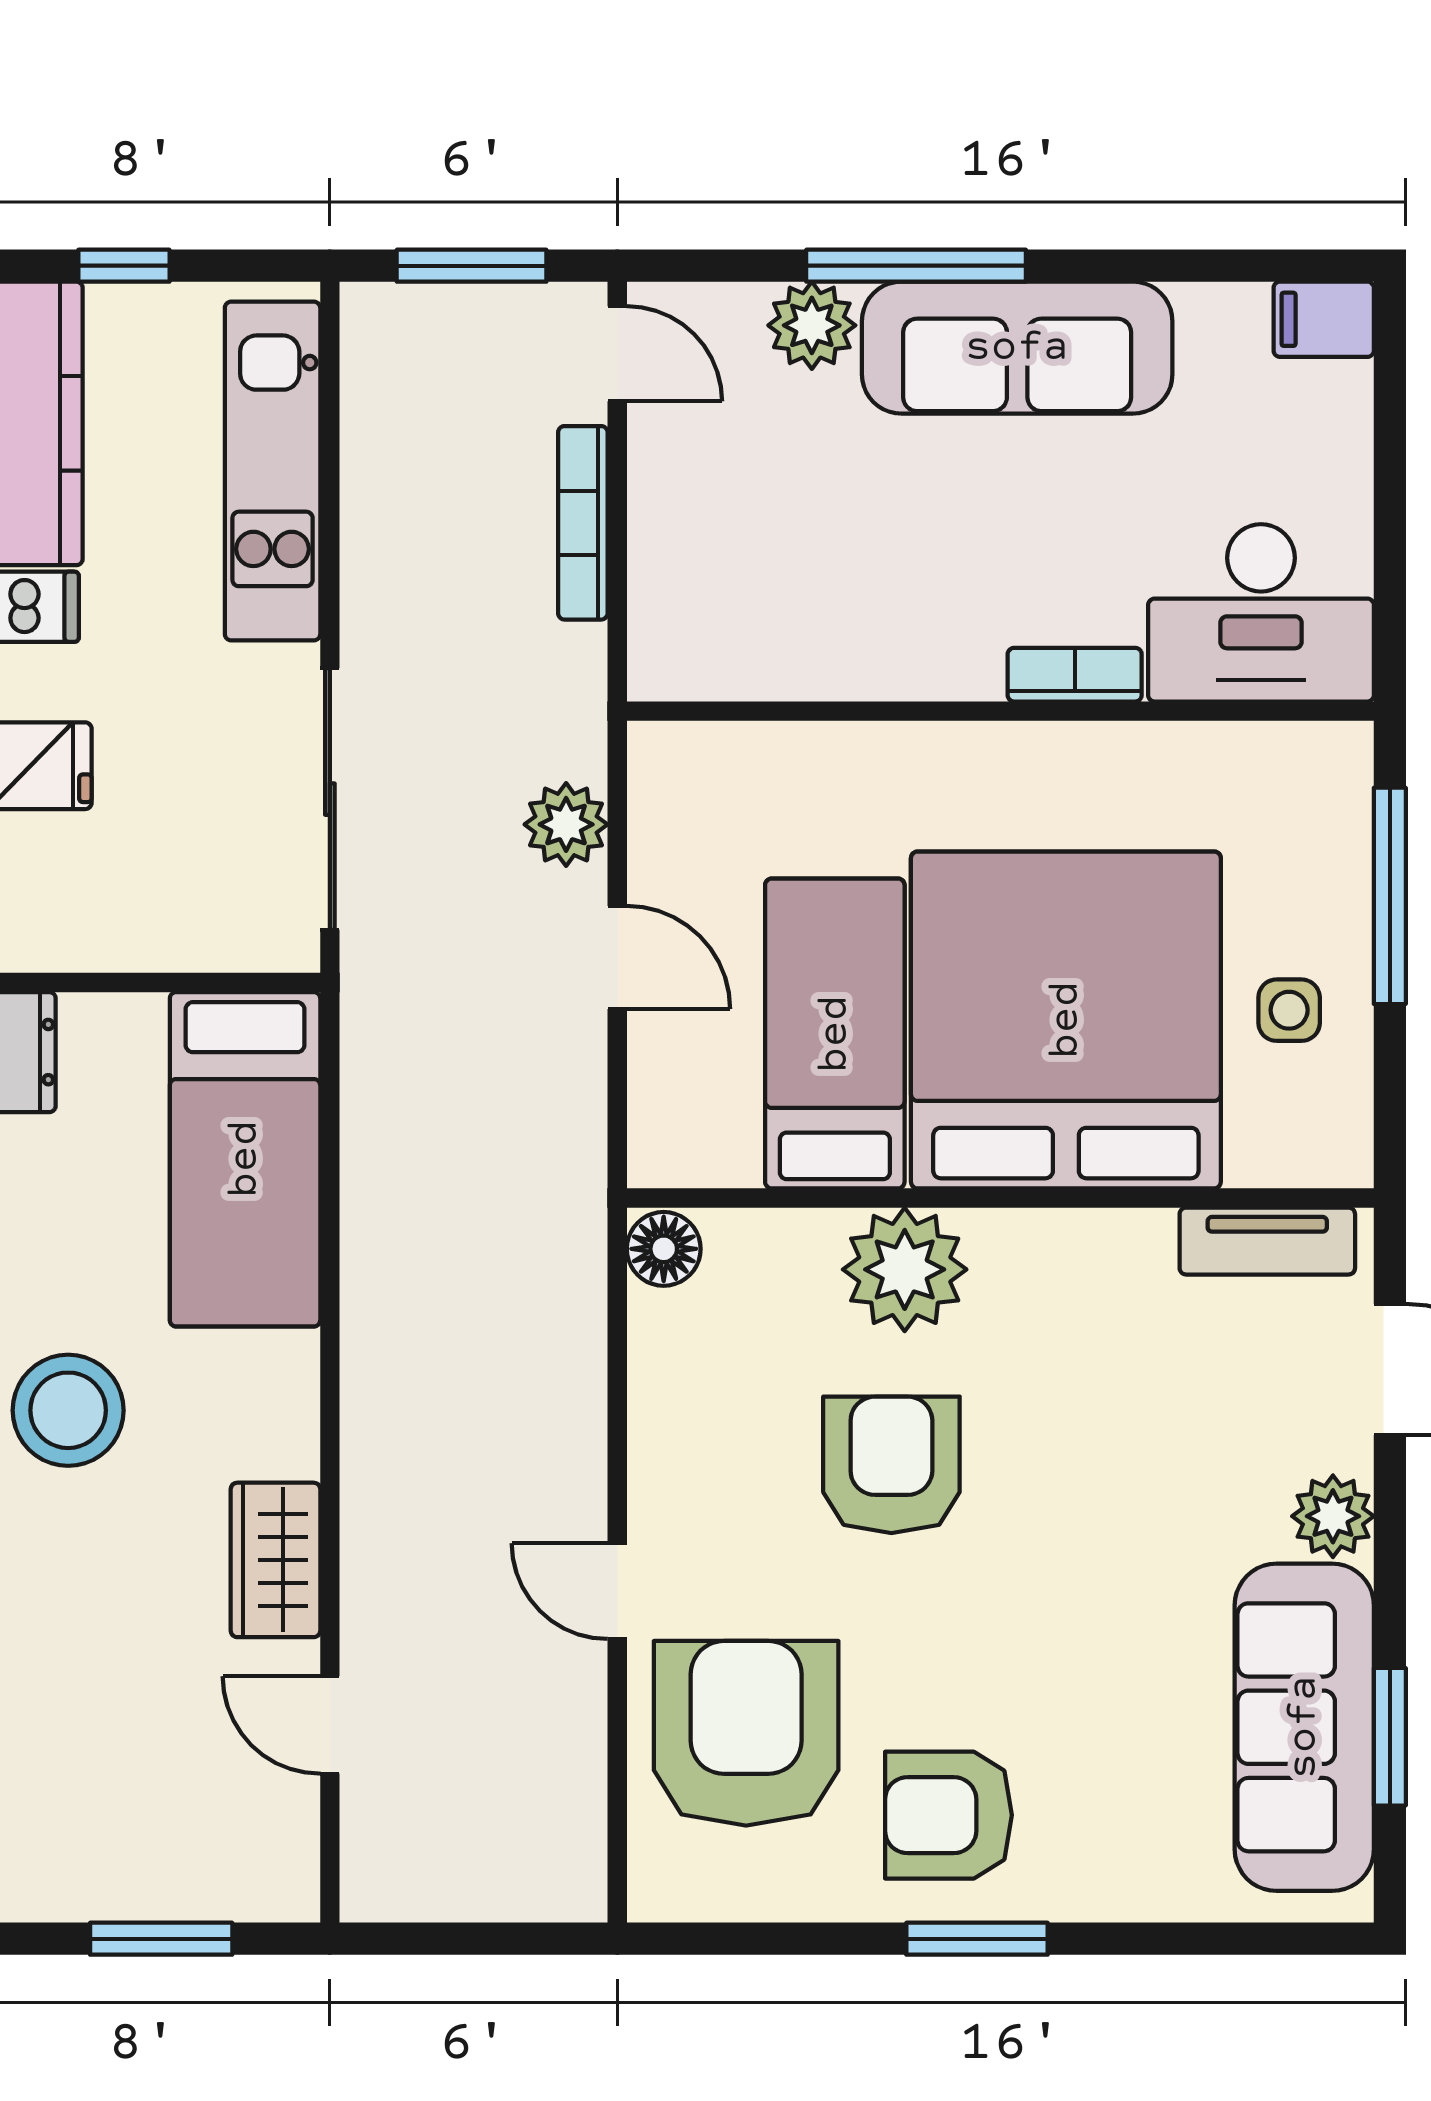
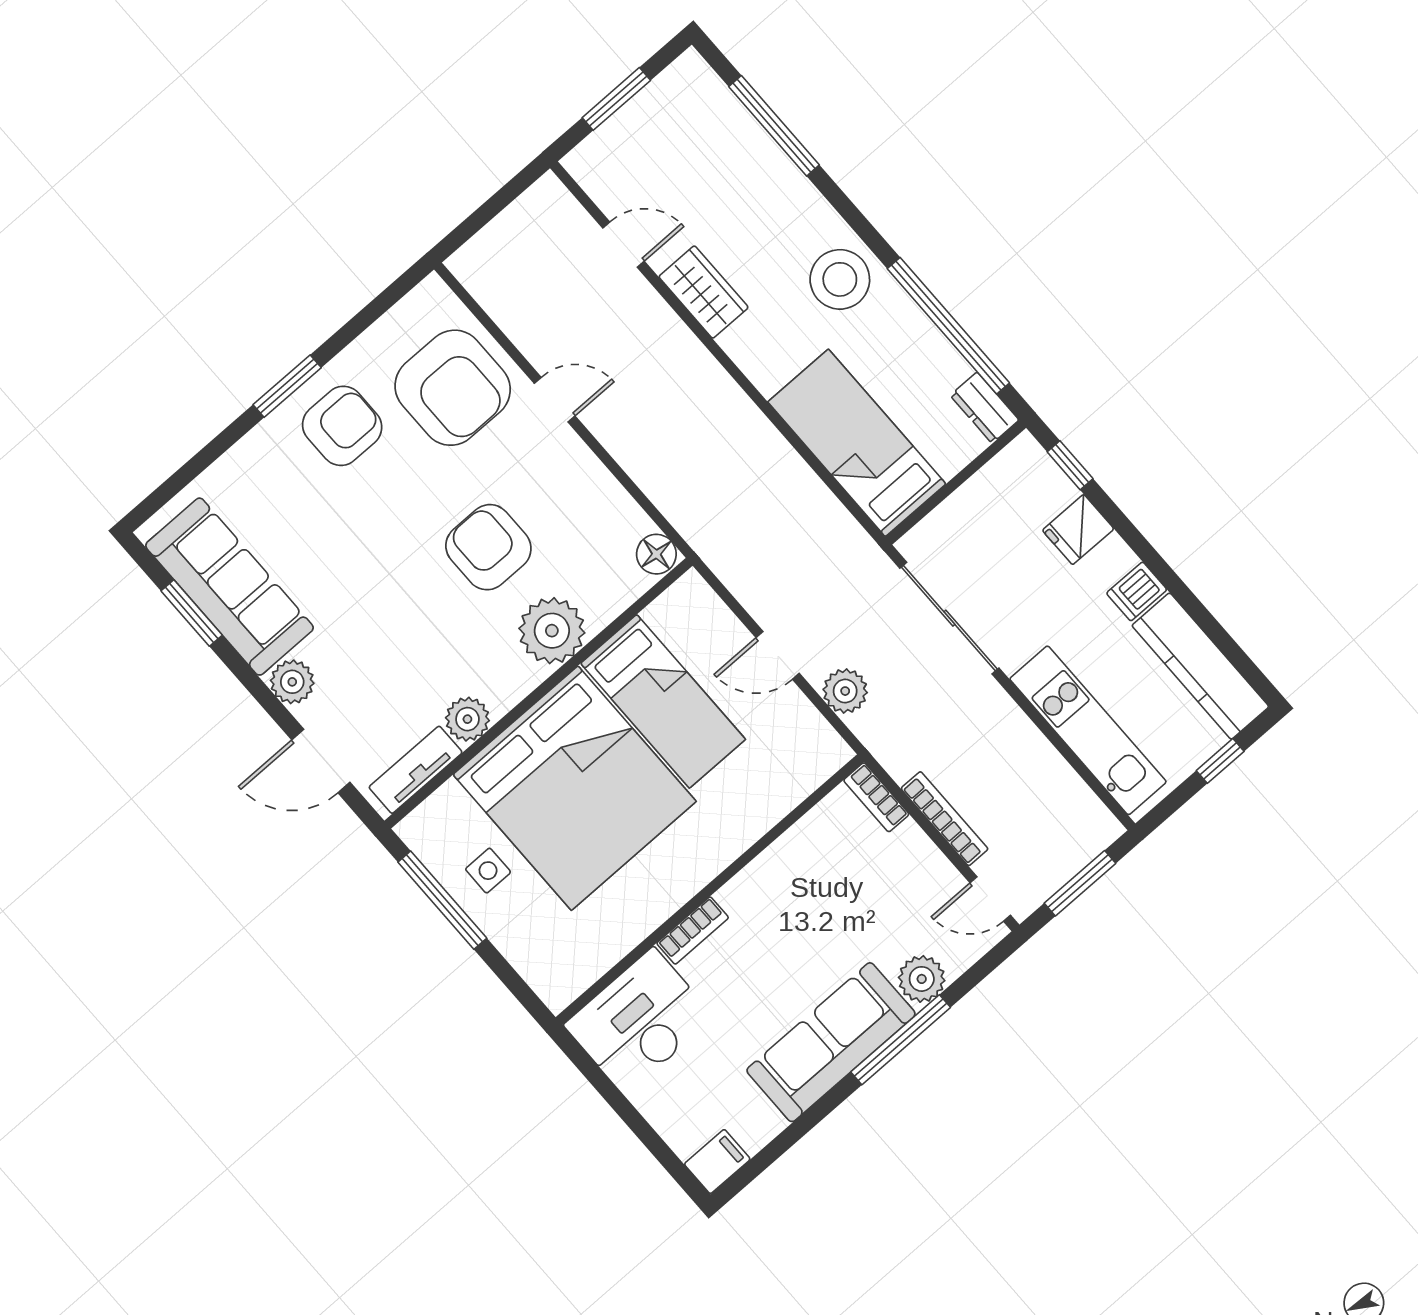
bookcase: (653, 637) -> (876, 797), added
window: (1390, 896) -> (442, 900), moved
plant: (1132, 1249) -> (467, 719), added
armchair: (891, 1465) -> (488, 547), turned 180

